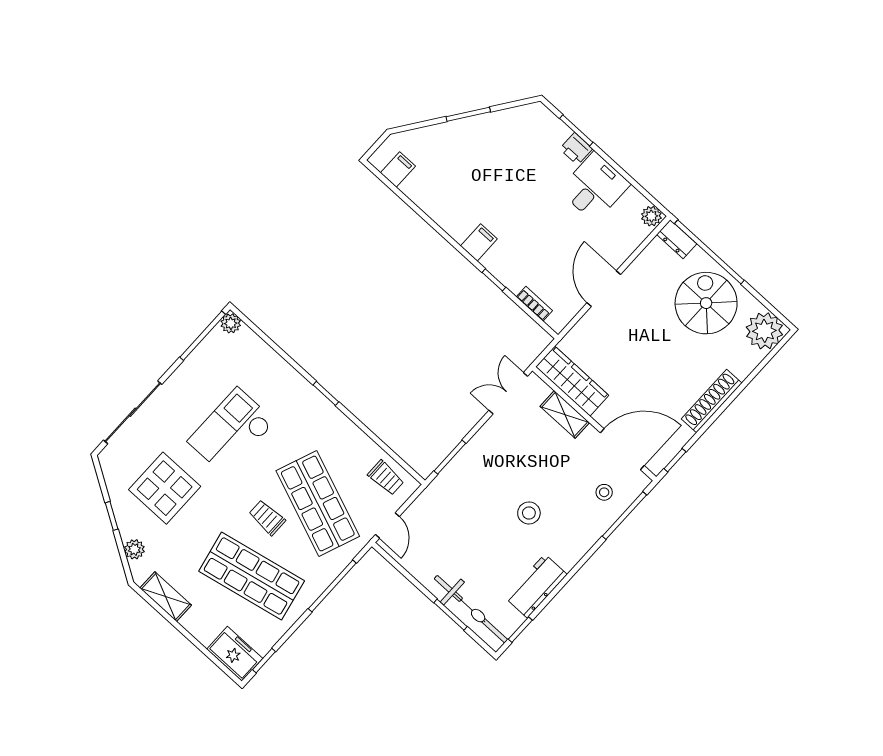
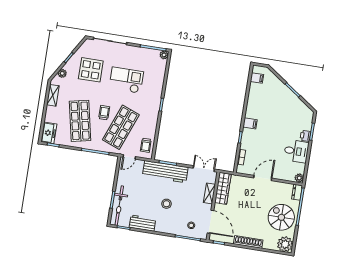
spiral stairs: (706, 303) -> (281, 217), turned -90
workbench: (464, 474) -> (165, 172), added

